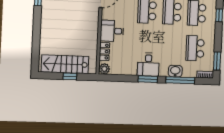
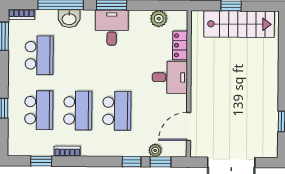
plant: (104, 69) -> (159, 19), moved

